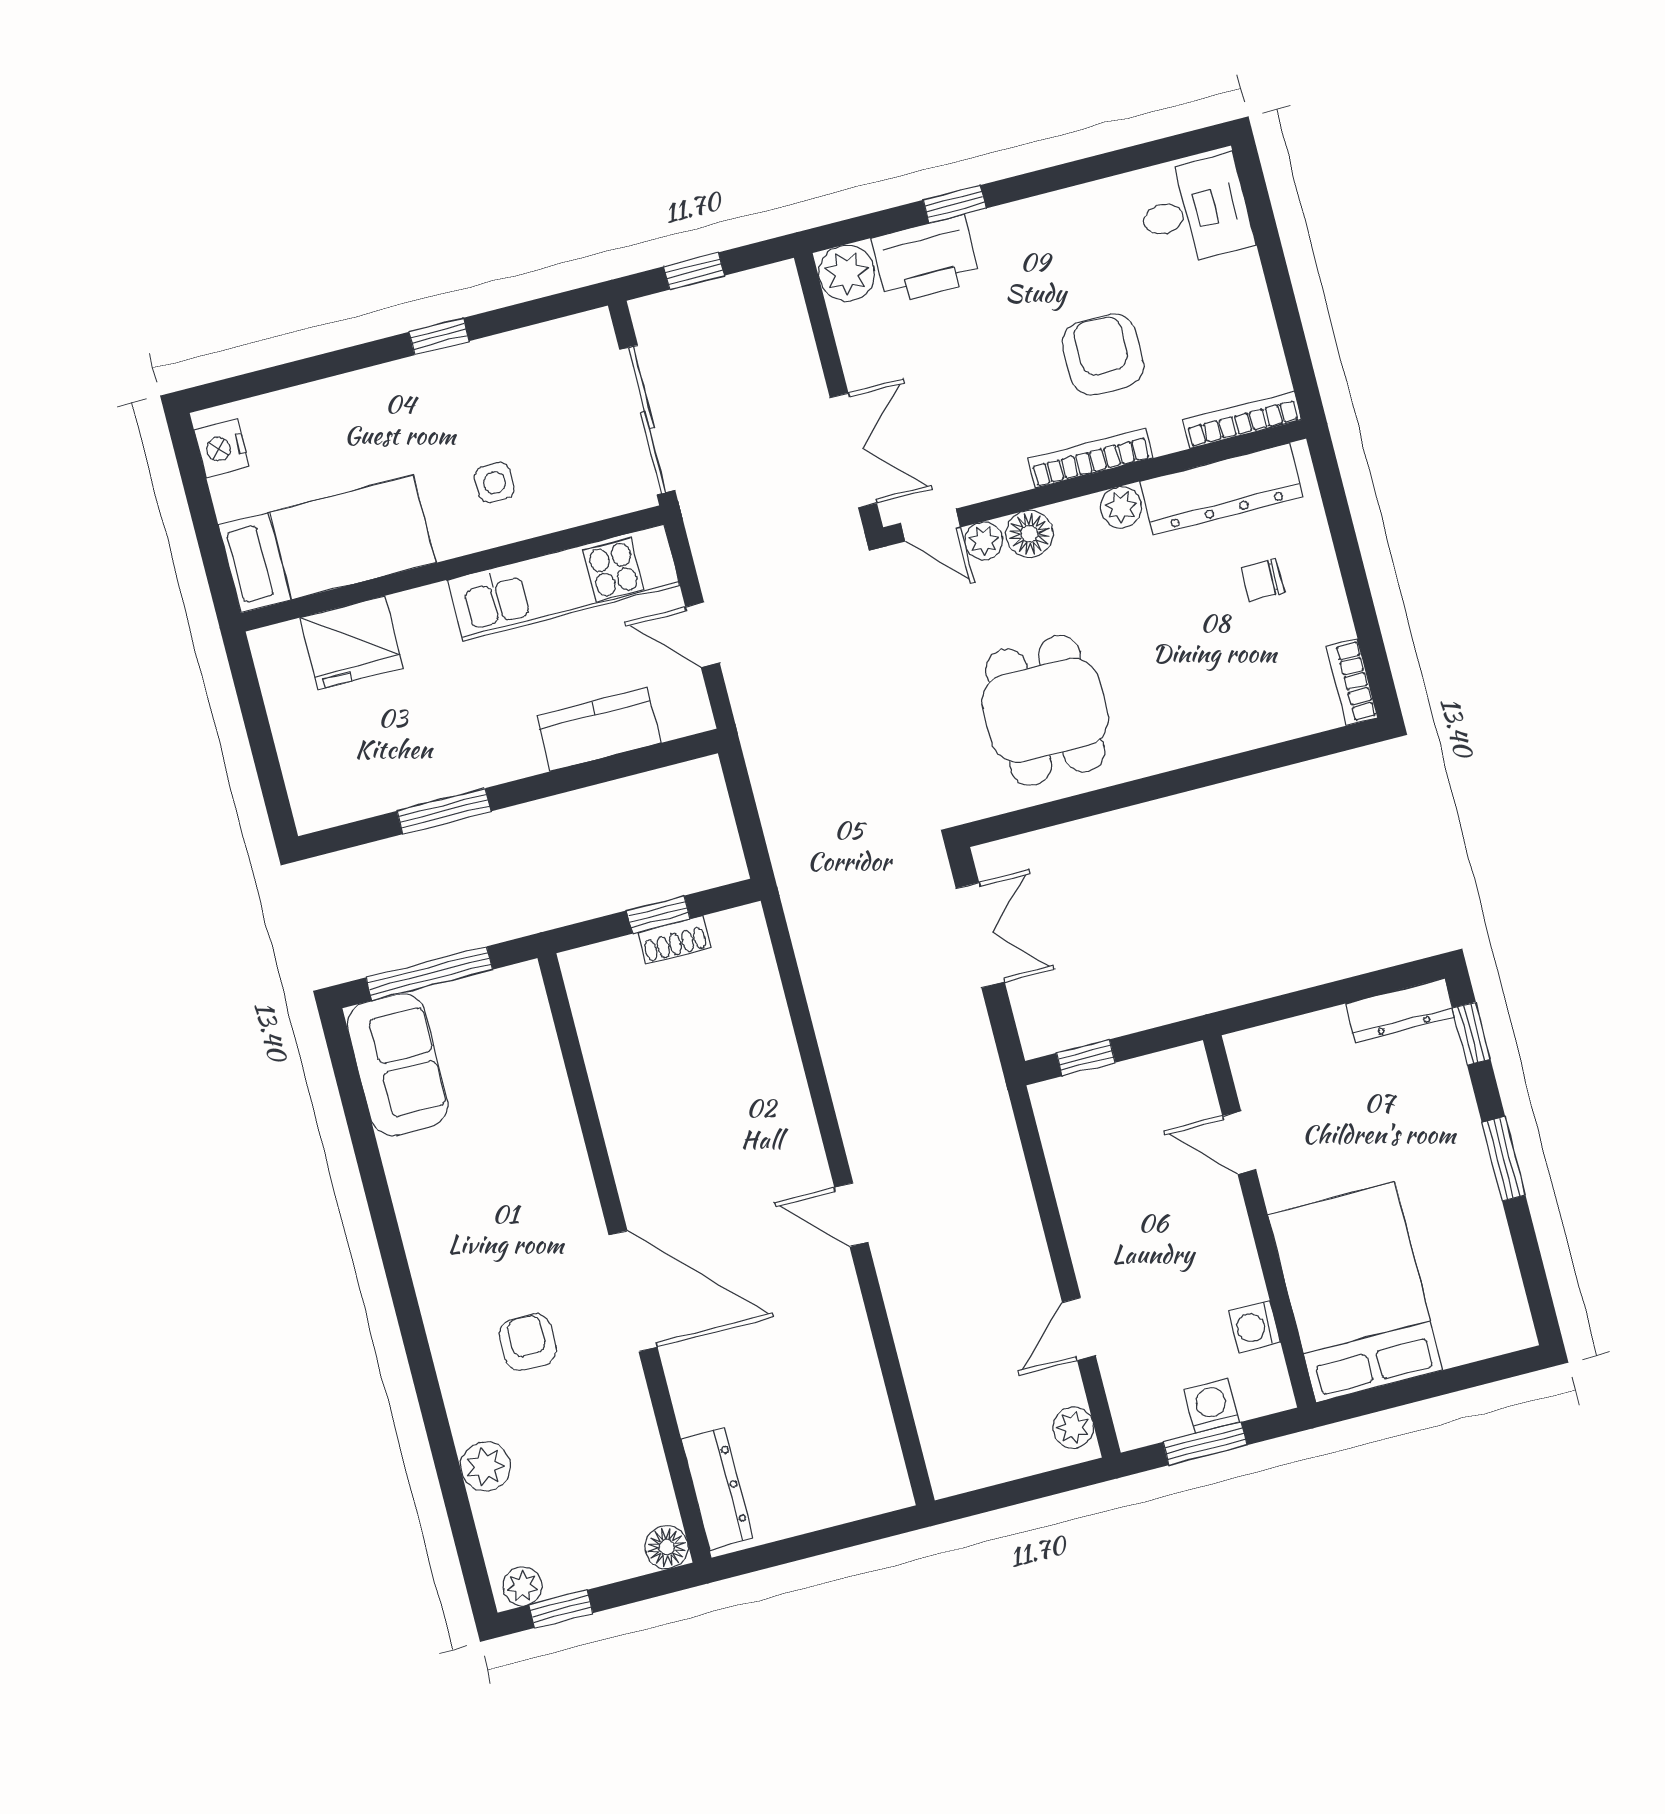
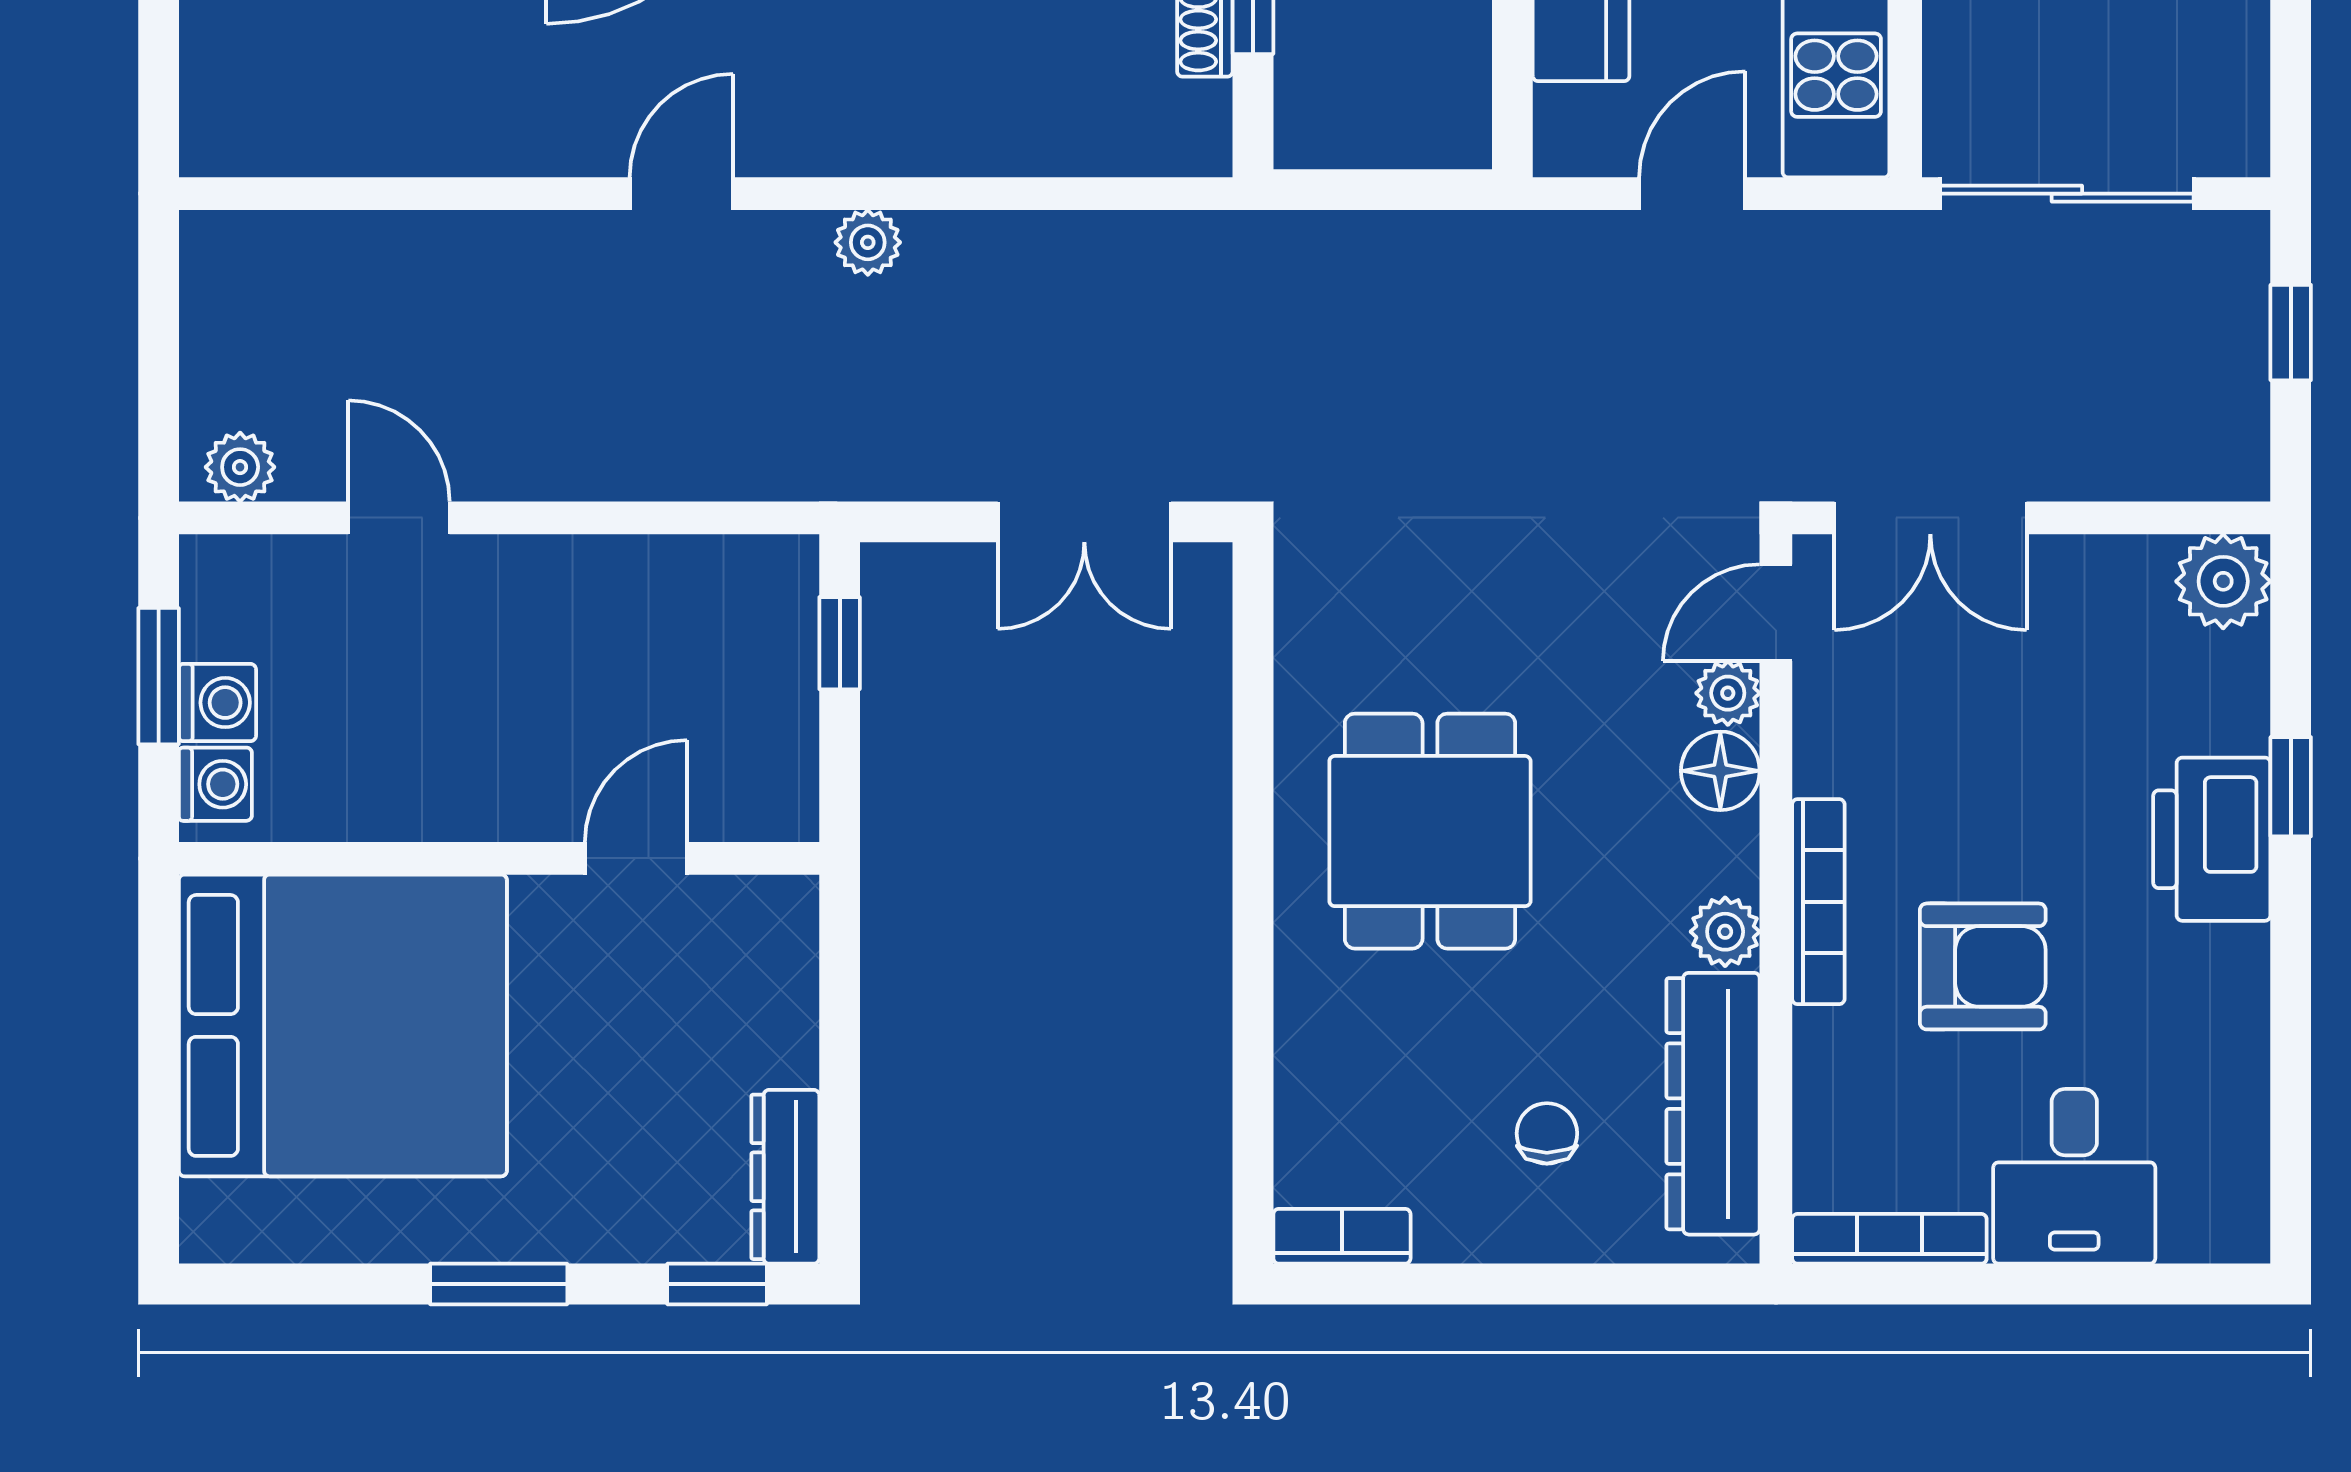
desk: (1194, 211) -> (2074, 1176), moved
printer: (926, 260) -> (2212, 839), moved
bookcase: (1242, 420) -> (1889, 1239), moved, turned -90
dining table: (1045, 710) -> (1430, 831), moved, turned 90
plant: (852, 1101) -> (868, 242), added
bed: (1355, 1292) -> (343, 1025), width x1.36
washing machine: (1254, 1327) -> (215, 784), moved, turned 90

